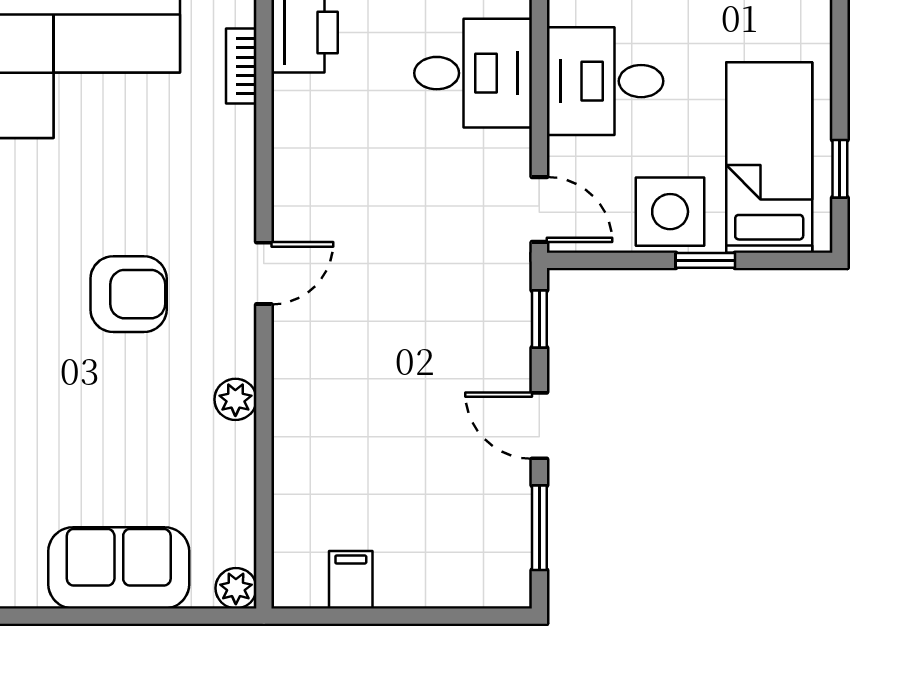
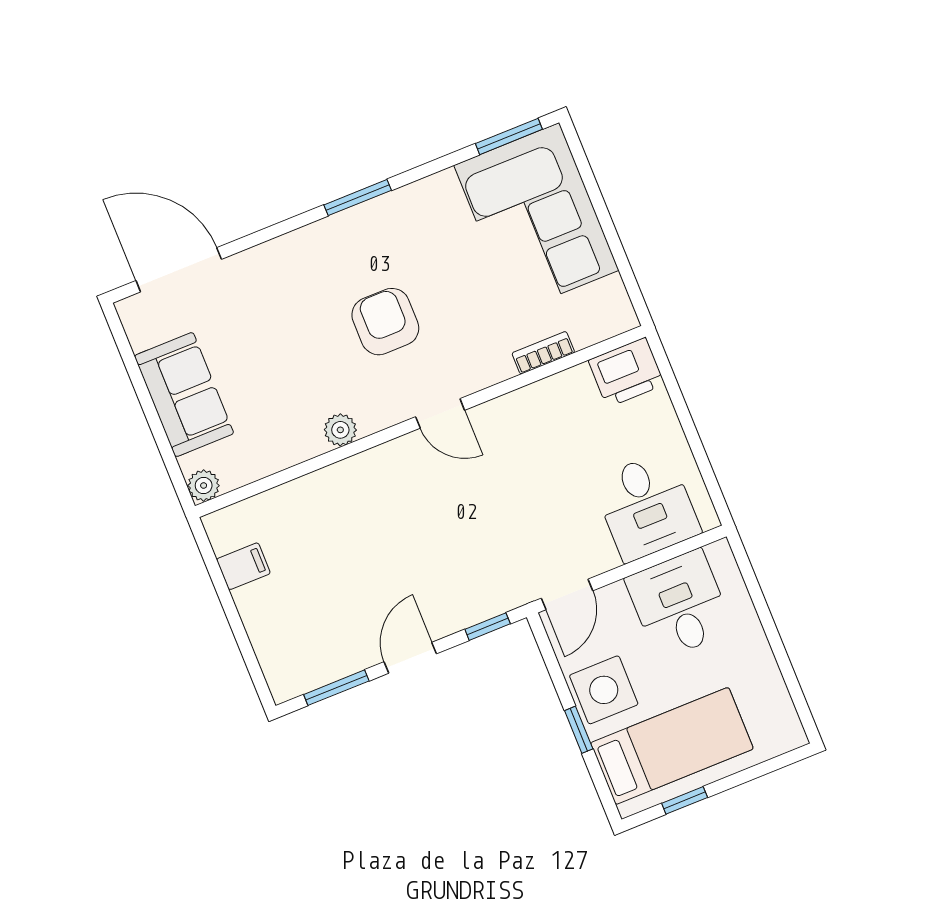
bookcase: (241, 66) -> (543, 353), moved
armchair: (129, 294) -> (385, 322), turned 180

